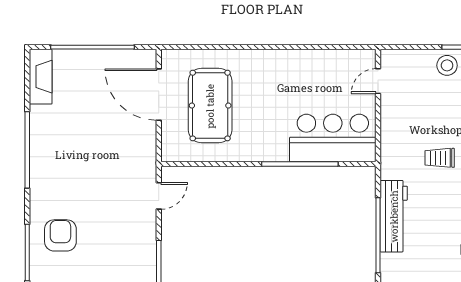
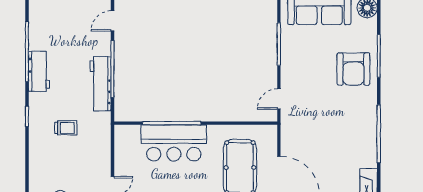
bar counter: (333, 138) -> (174, 143), moved
armchair: (60, 235) -> (353, 69), width x1.36, depth x1.36

